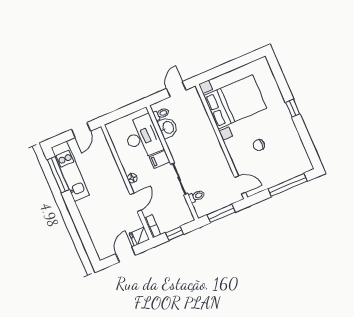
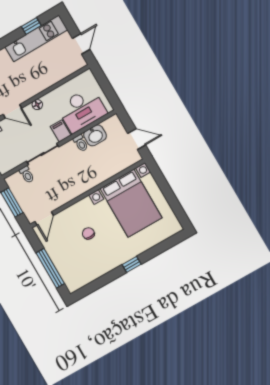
toilet: (161, 114) -> (81, 143), moved
door: (81, 130) -> (81, 44), swing flipped
window: (58, 175) -> (31, 26), width x0.46

